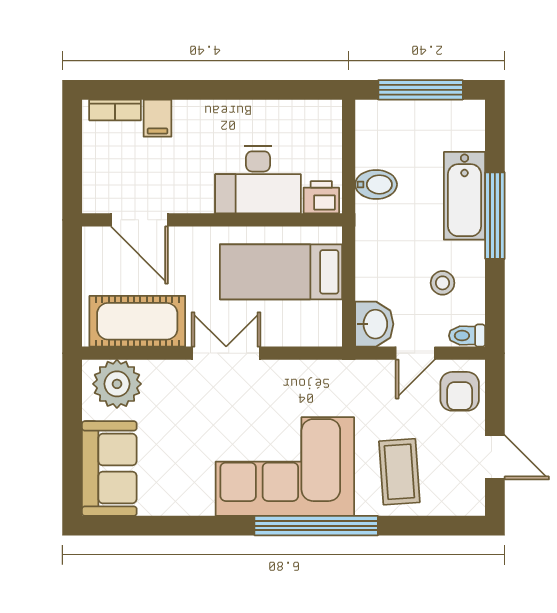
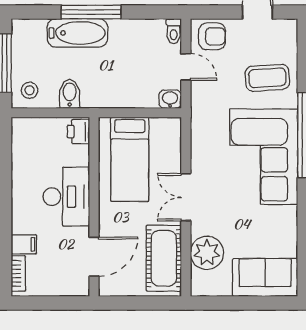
desk: (258, 180) -> (66, 197), moved
stool: (443, 283) -> (30, 90), moved
washbasin: (374, 324) -> (170, 99), width x0.72, depth x0.69
plant: (117, 384) -> (207, 253), moved

